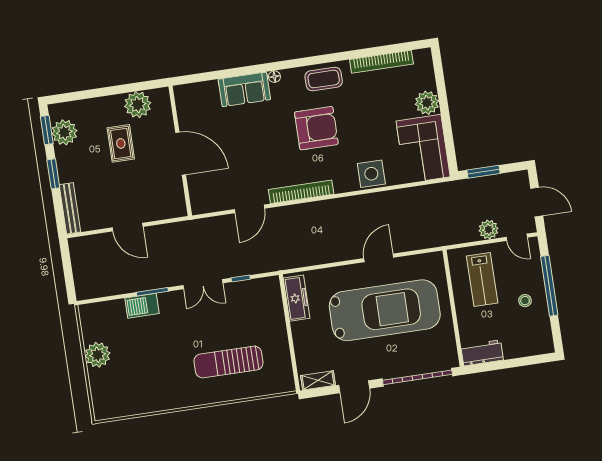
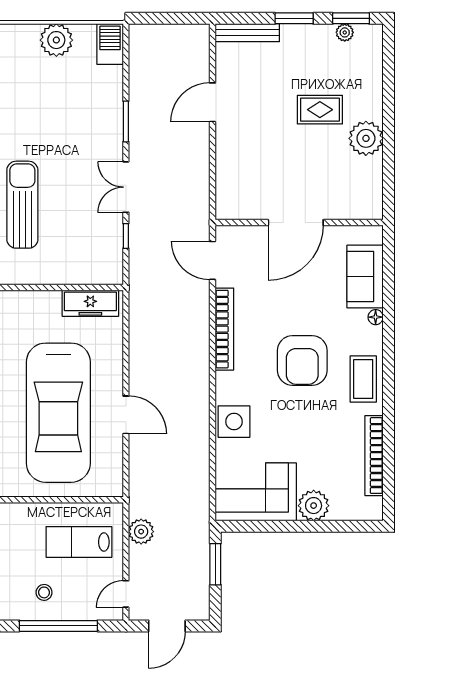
plant: (64, 132) -> (345, 32), width x0.53, depth x0.53
wall: (180, 151) -> (299, 223), moved
door: (181, 154) -> (296, 223), moved
plant: (489, 230) -> (141, 532), moved
barbecue: (142, 306) -> (110, 44), moved

